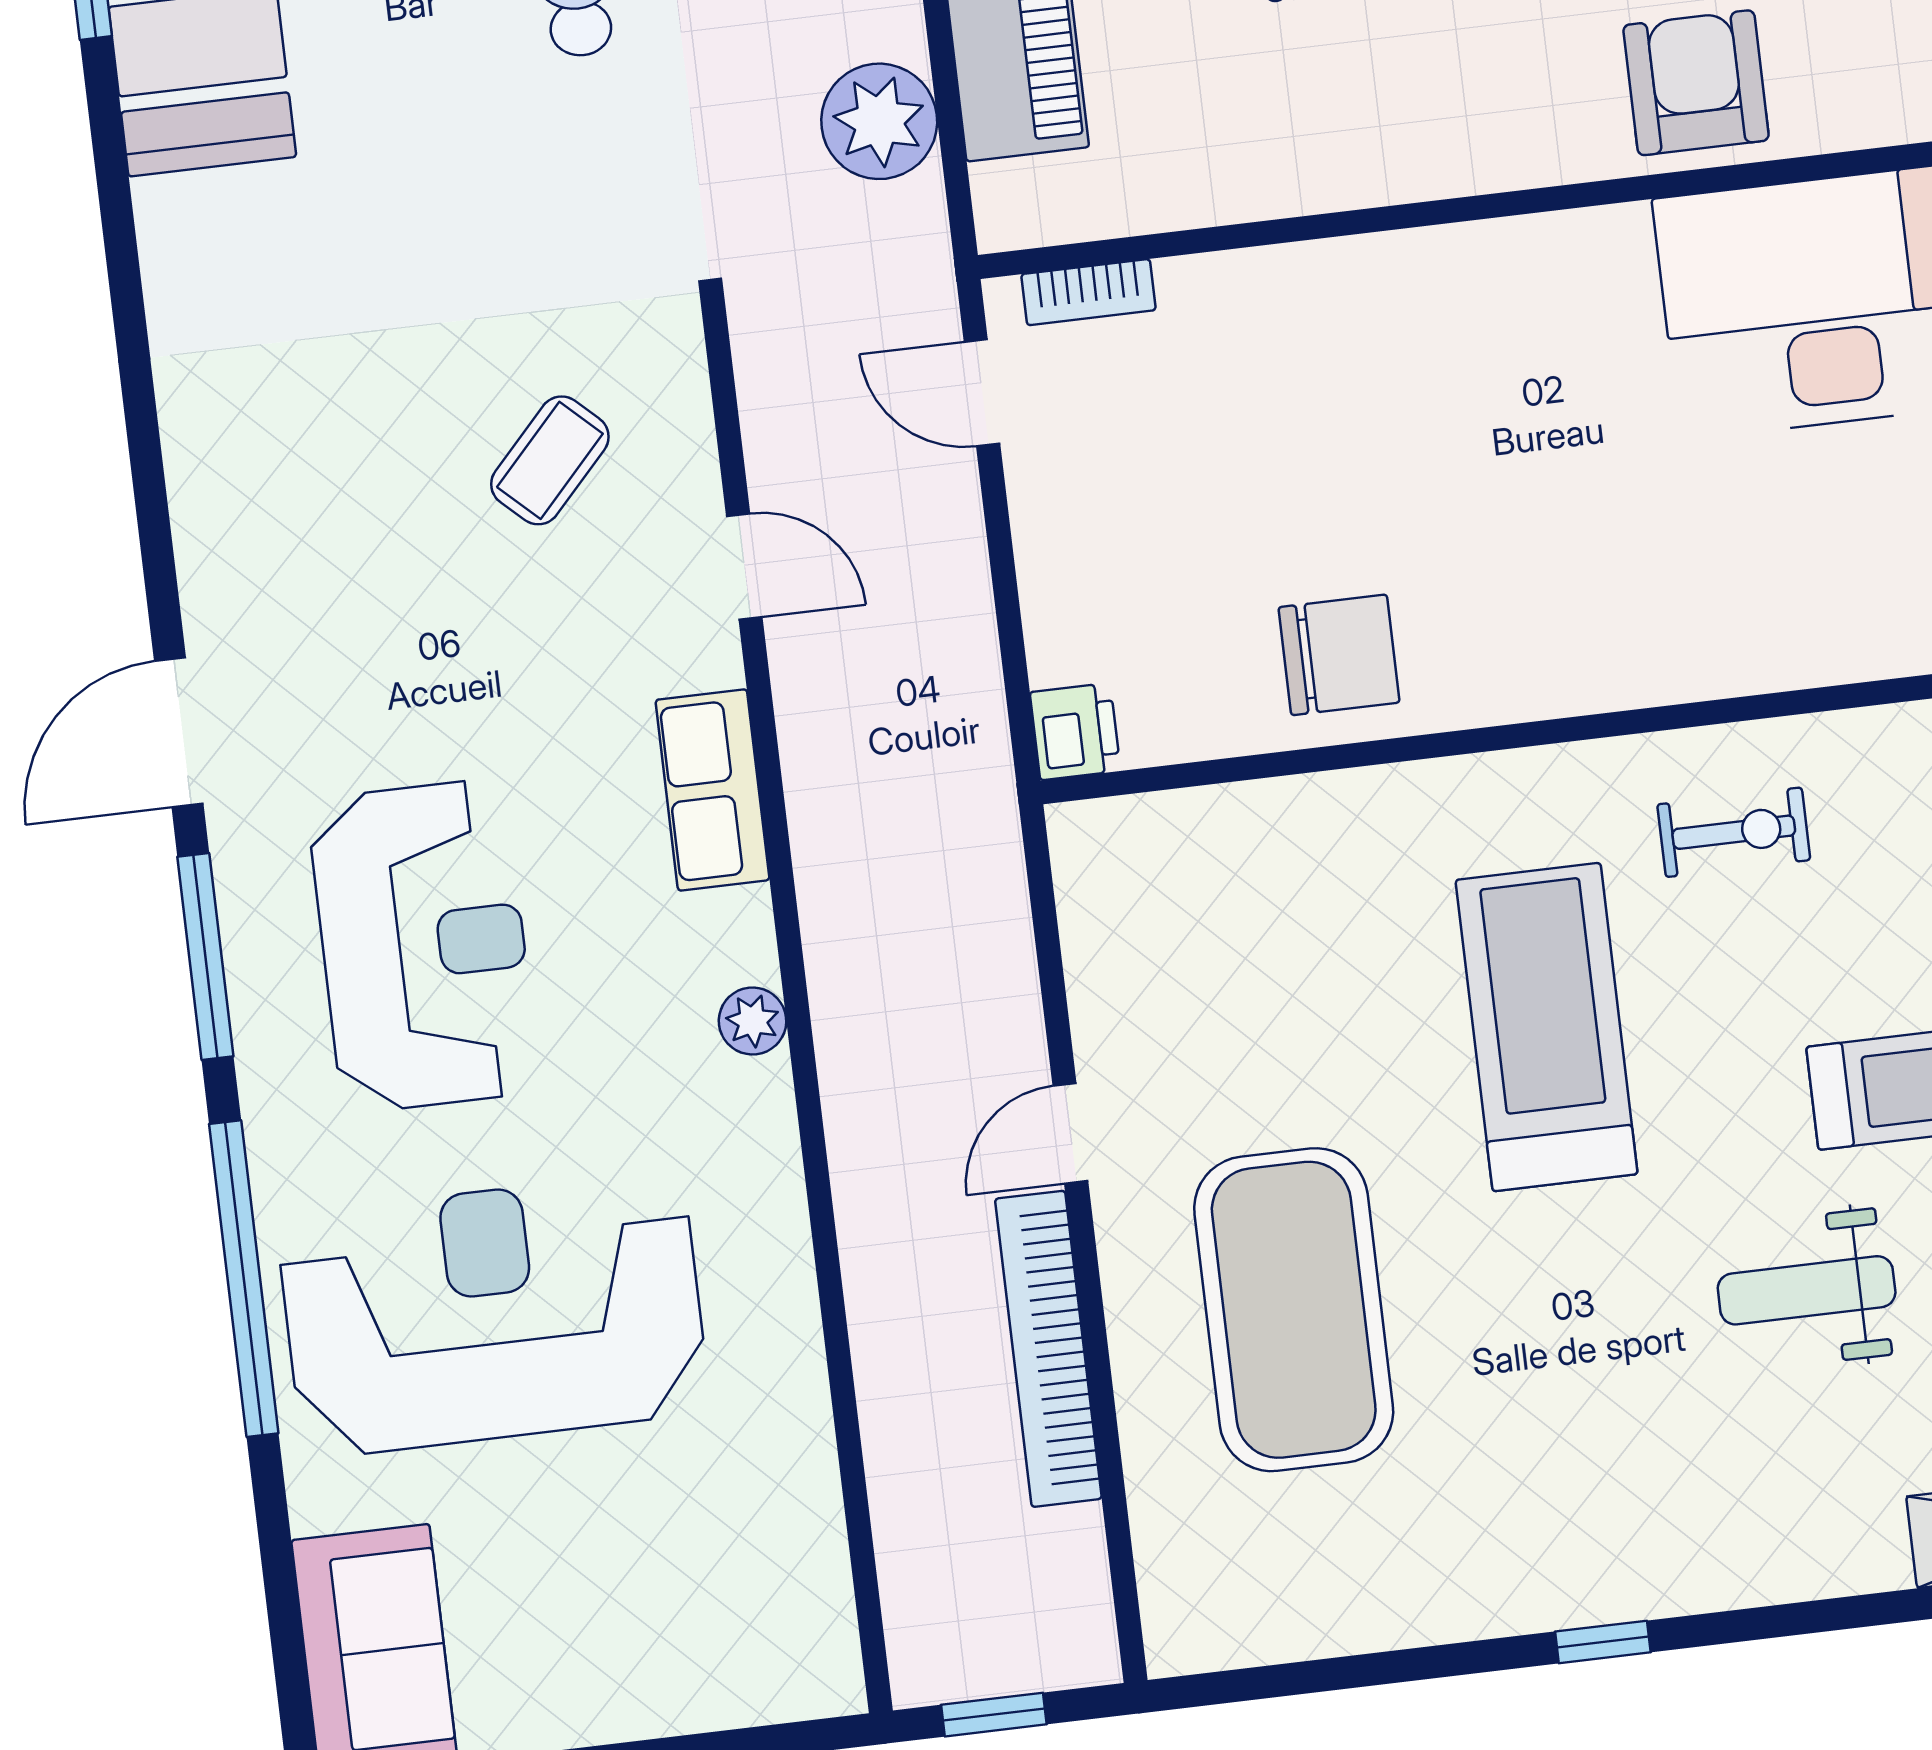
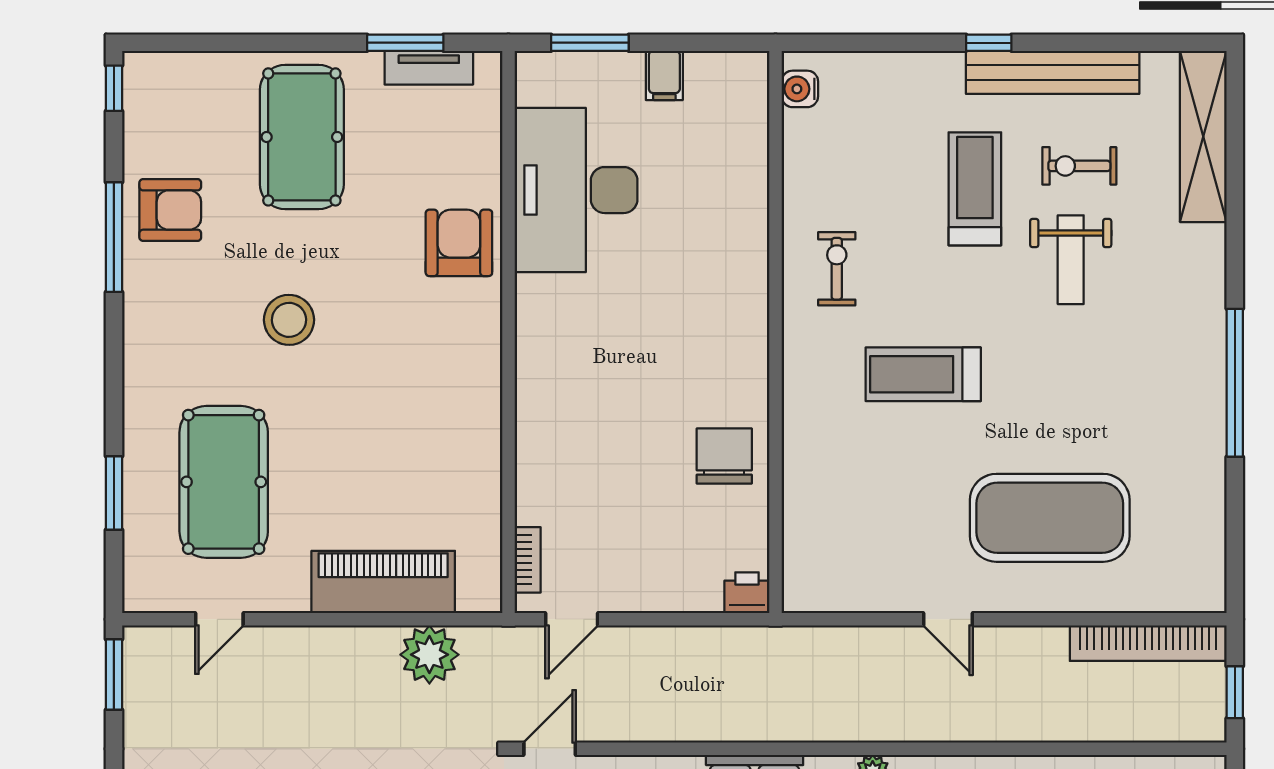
armchair: (1696, 83) -> (459, 243), turned 90
door: (744, 567) -> (550, 749), moved
treadmill: (1547, 1027) -> (923, 374), width x0.73, depth x0.73
bookcase: (1048, 1349) -> (1148, 643), moved
window: (1603, 1642) -> (1235, 383), width x3.17

